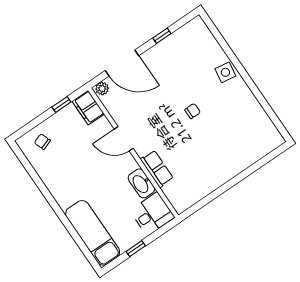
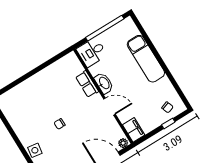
window: (61, 105) -> (168, 123), moved
washbasin: (141, 183) -> (104, 83), moved
exam couch: (93, 233) -> (146, 59), moved
window: (136, 249) -> (105, 28), width x3.17

